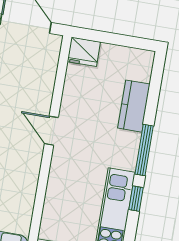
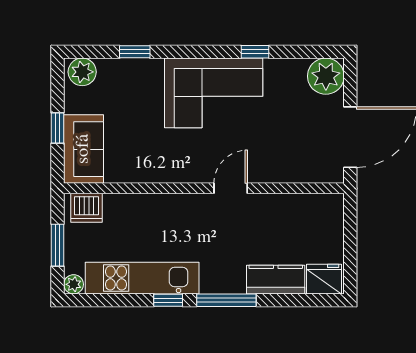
fridge: (84, 52) -> (324, 279), moved, turned 90

